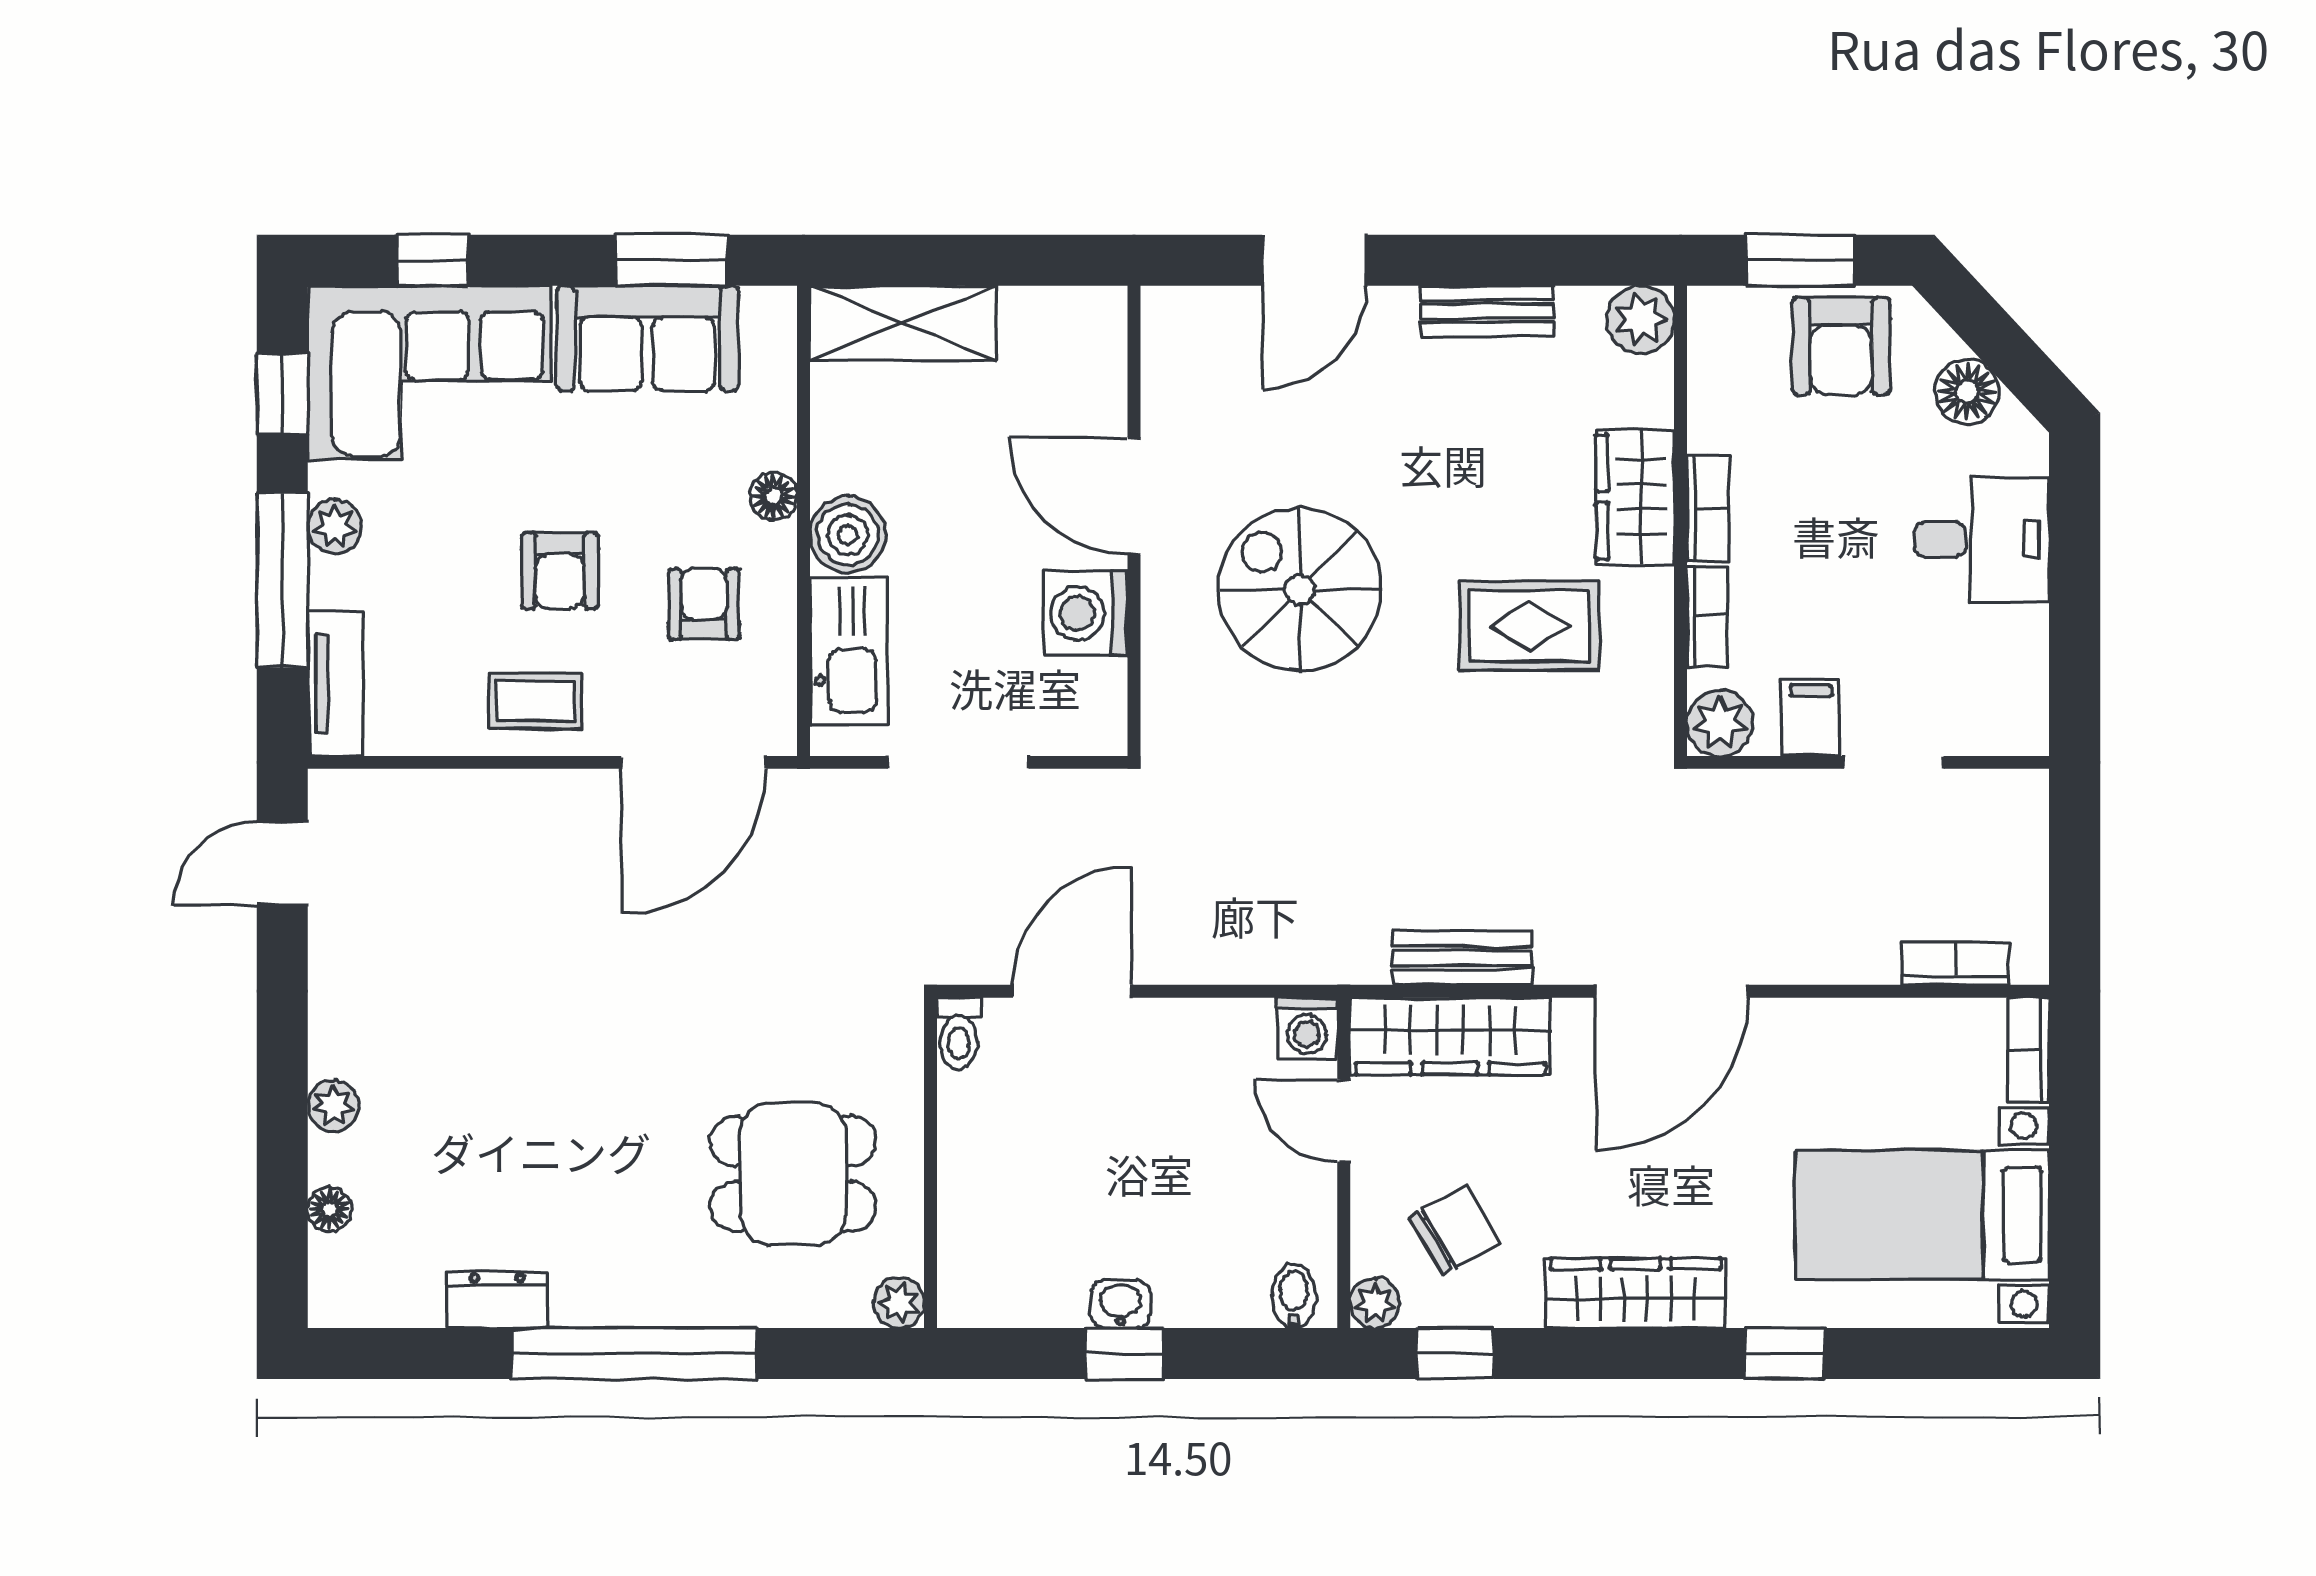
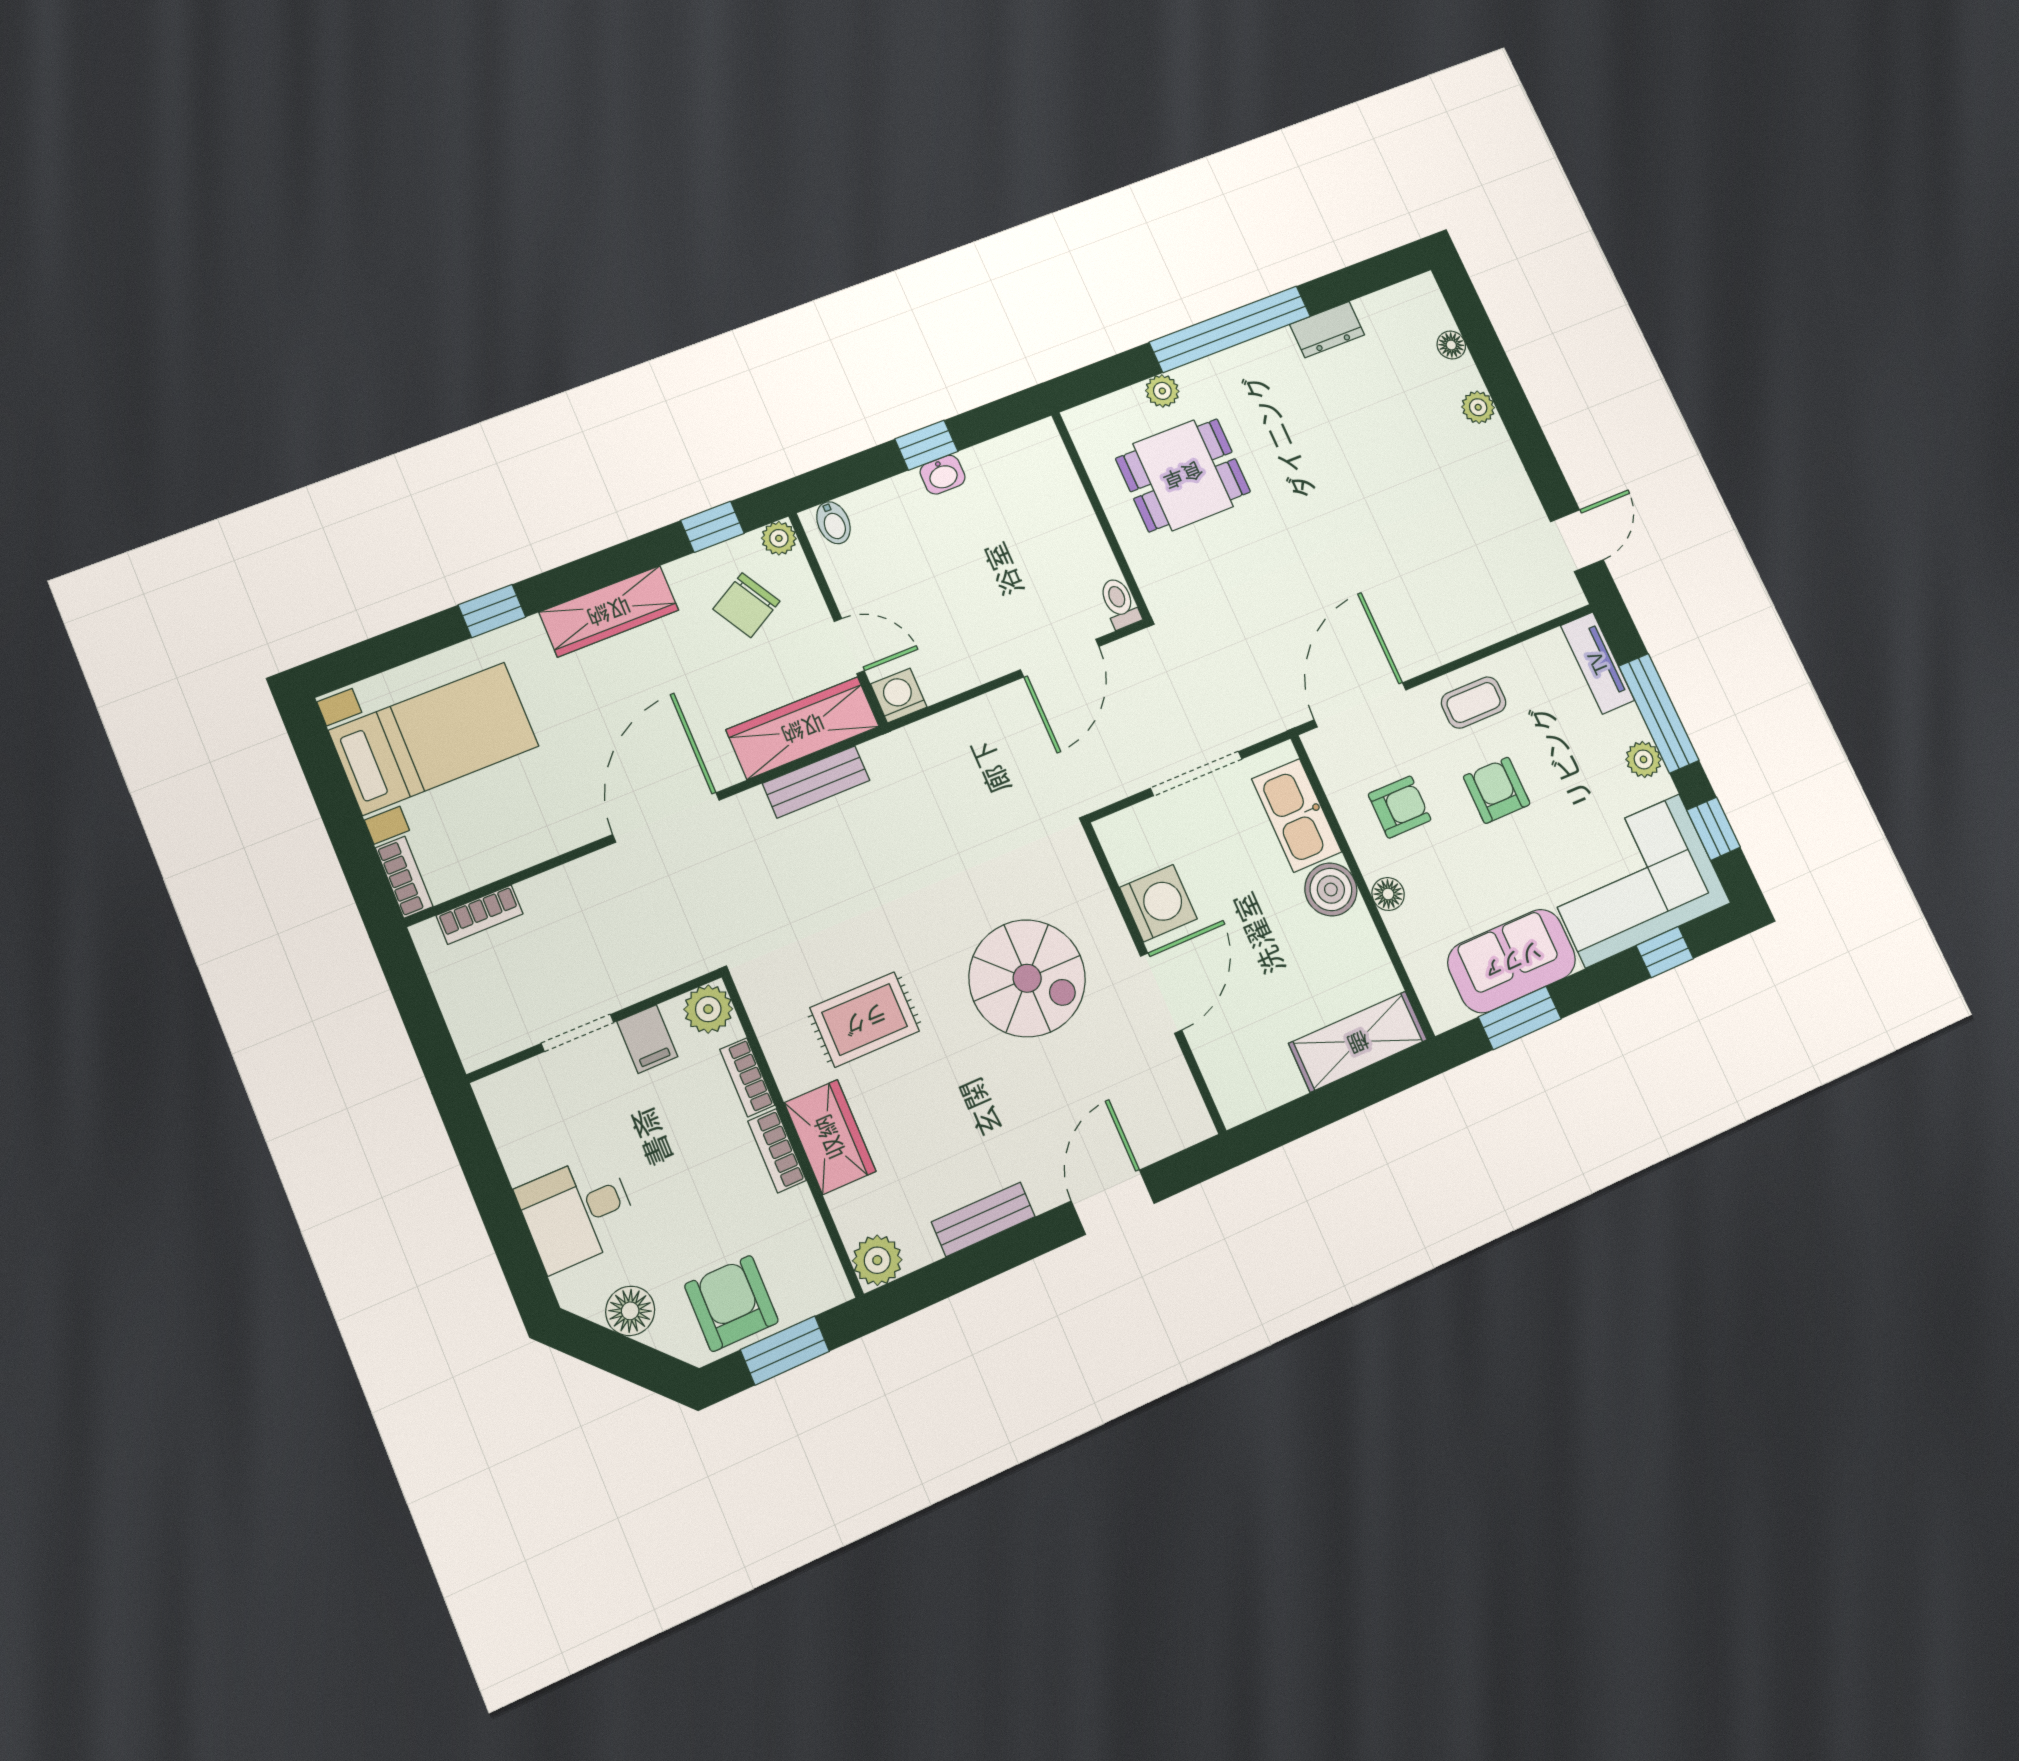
door: (1134, 496) -> (1161, 993), hinge flipped
armchair: (704, 604) -> (1400, 807), turned -90
plant: (899, 1303) -> (1162, 391), moved

